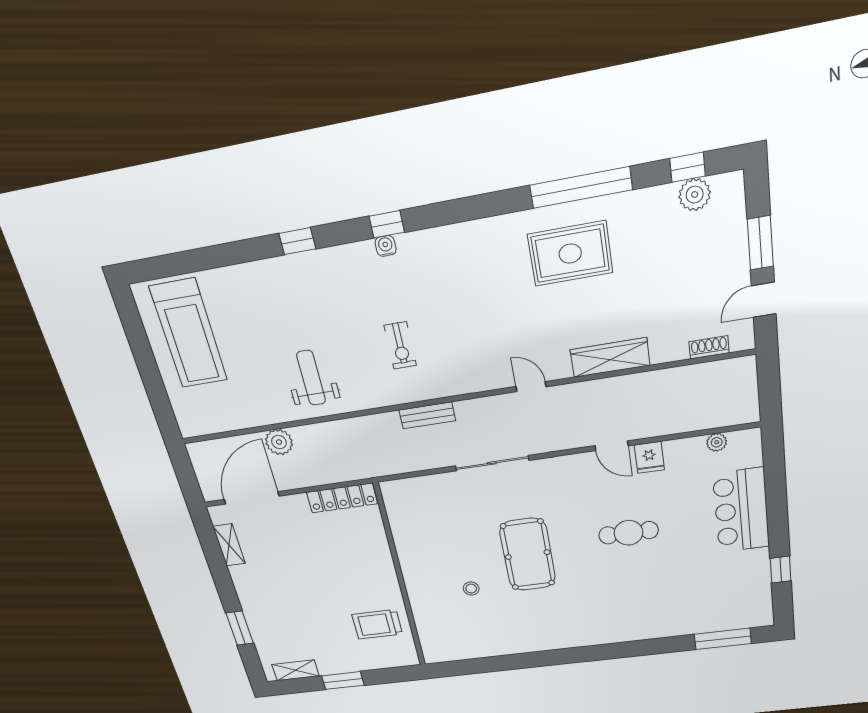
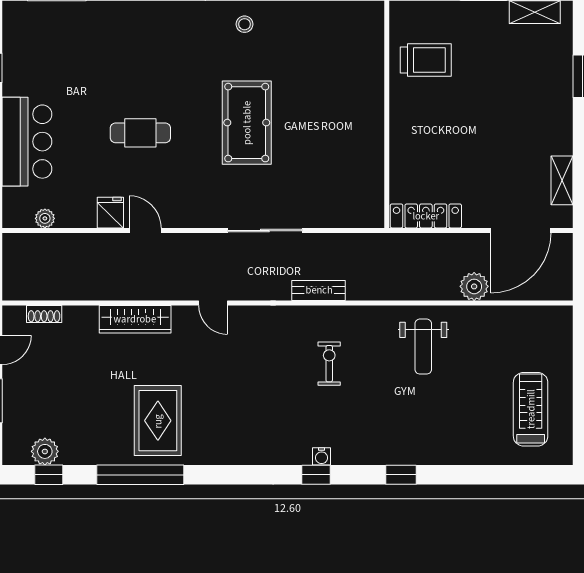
rug: (570, 254) -> (158, 421), turned 90
treadmill: (189, 334) -> (531, 409), width x0.73, depth x0.73
stool: (471, 589) -> (245, 24), moved

